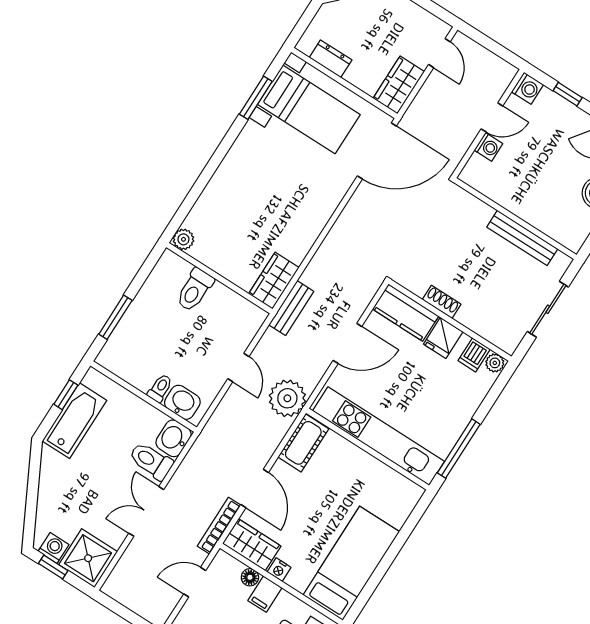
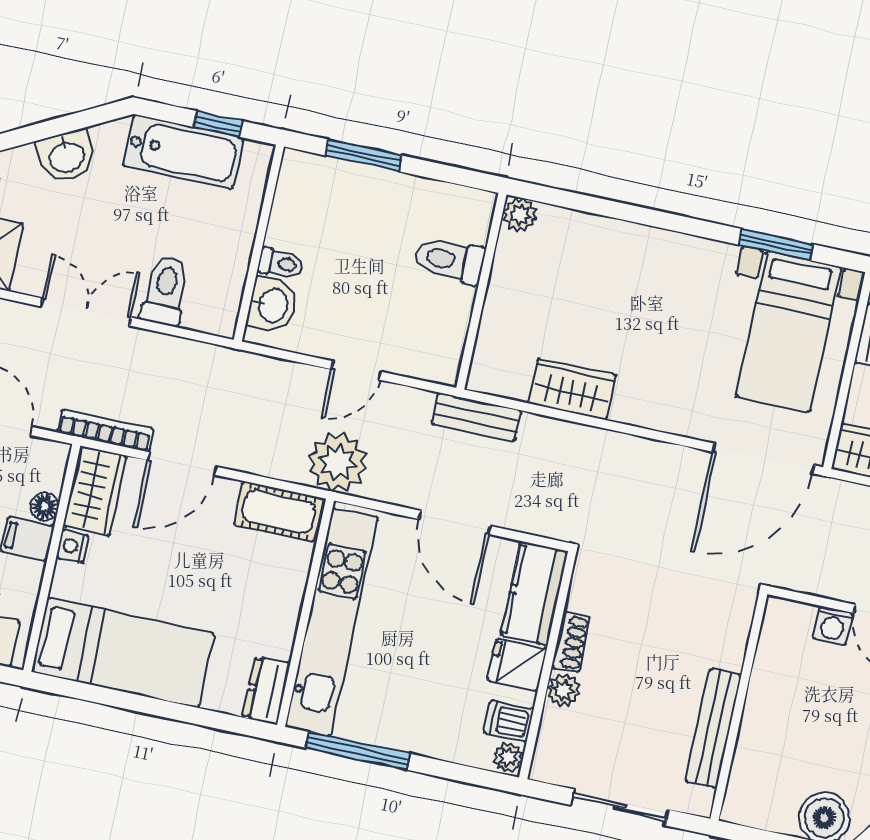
door: (377, 151) -> (763, 458), hinge flipped
wardrobe: (274, 281) -> (572, 389), moved
plant: (468, 316) -> (564, 690), added
washbasin: (174, 438) -> (67, 156), moved, turned 152
dresser: (404, 488) -> (266, 690), added

